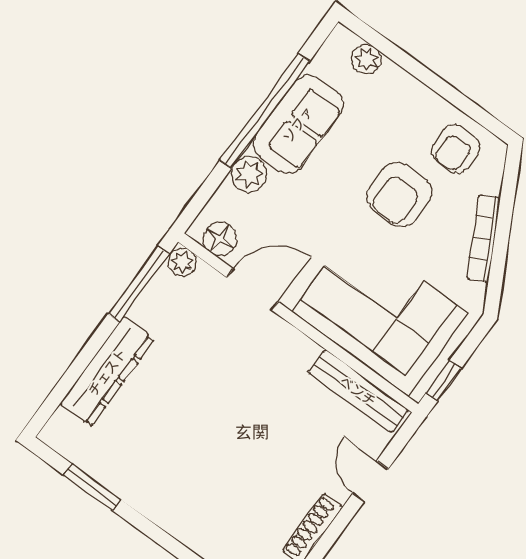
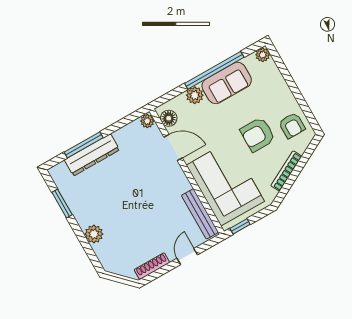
plant: (366, 59) -> (263, 55), moved
armchair: (456, 149) -> (292, 125), turned -90
window: (138, 284) -> (84, 145), moved
plant: (177, 518) -> (94, 234), added

